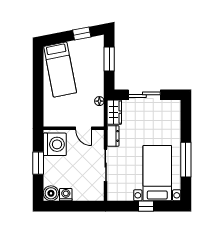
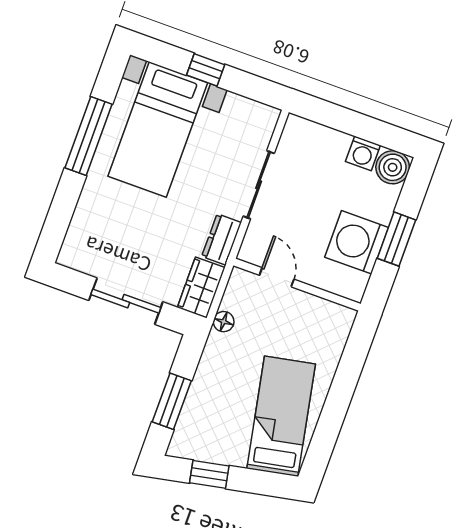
washing machine: (55, 144) -> (357, 242), moved

